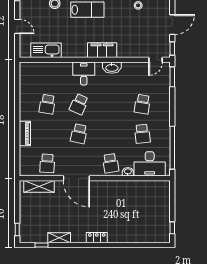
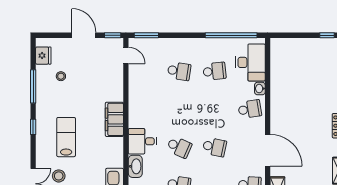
washbasin: (112, 68) -> (135, 166), moved
door: (76, 178) -> (268, 150), hinge flipped

